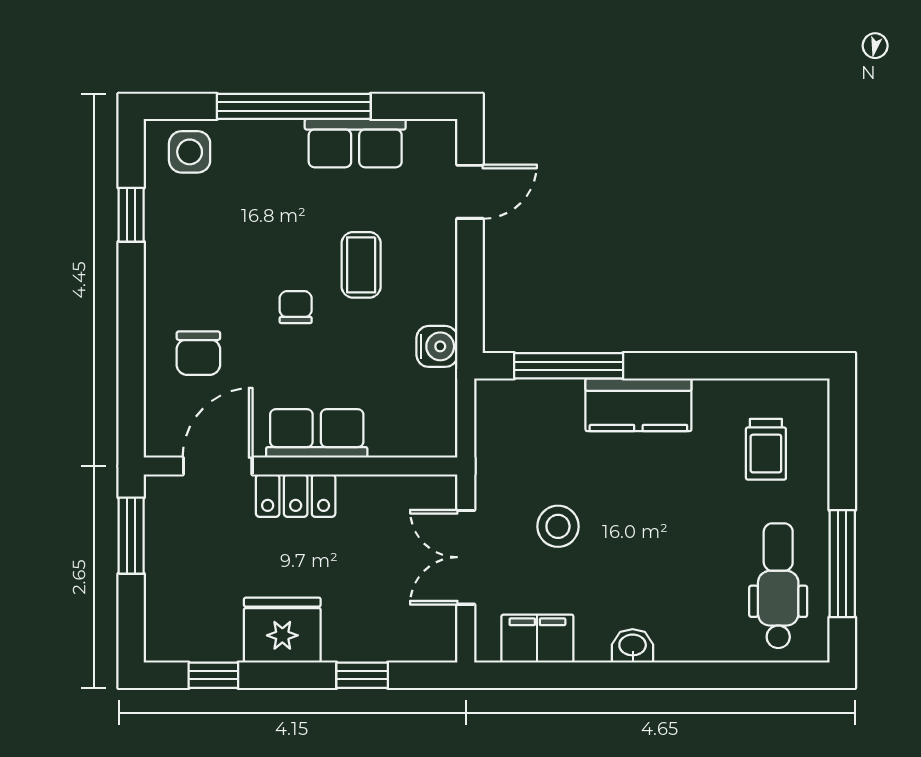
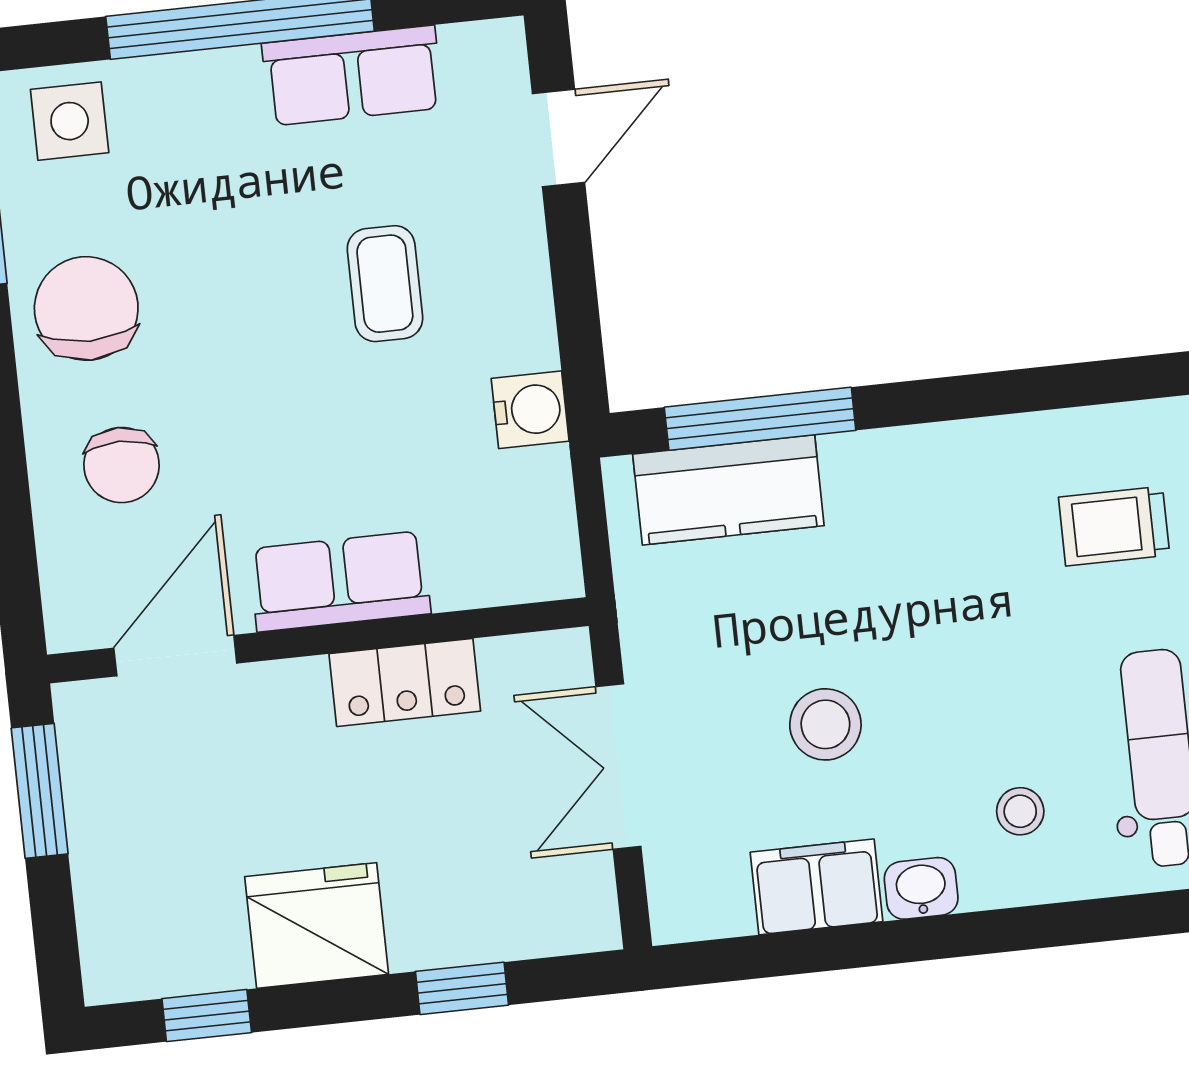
chair: (296, 307) -> (86, 308), moved, width x1.87, depth x1.87
kitchen counter: (638, 405) -> (728, 490), moved
trolley: (766, 449) -> (1114, 526), turned 90
locker: (296, 496) -> (405, 682), moved
stool: (558, 526) -> (825, 724), moved
stool: (694, 608) -> (1020, 811), added
filing cabinet: (537, 639) -> (817, 887), moved

